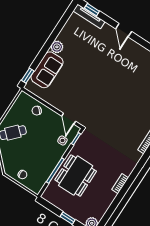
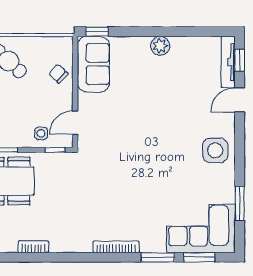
door: (124, 30) -> (240, 100), moved
side table: (132, 54) -> (215, 150), added
sofa: (47, 70) -> (93, 64), moved, turned -90

